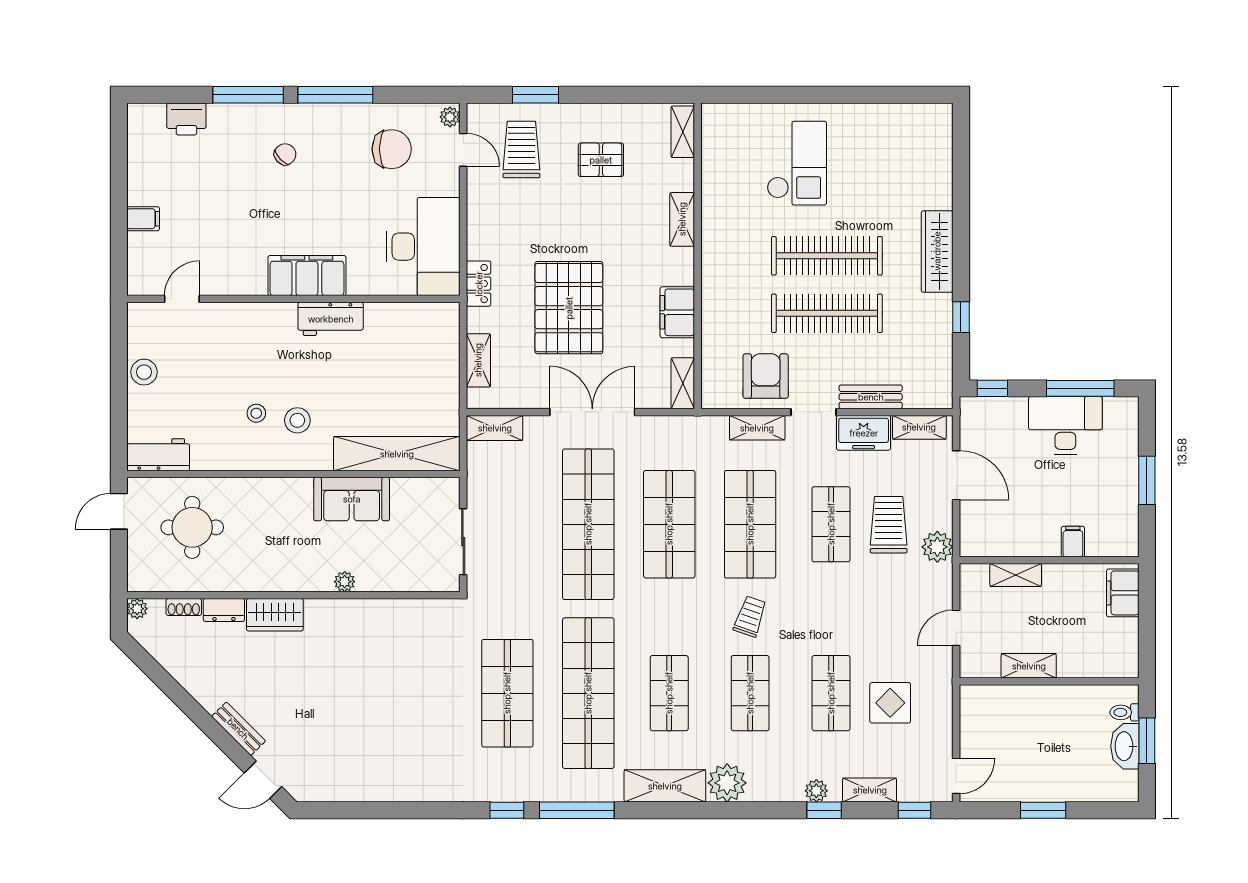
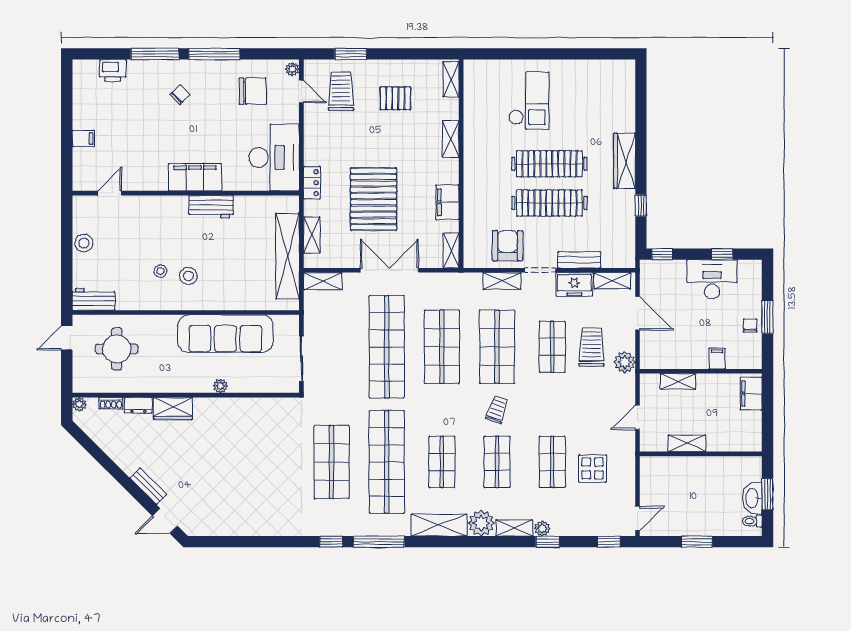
window: (1080, 388) -> (722, 254), width x0.46
shelving: (397, 454) -> (287, 256), moved, turned 90
chair: (1121, 493) -> (750, 326), added
sofa: (352, 499) -> (225, 334), width x1.85, depth x1.27
toilet: (1124, 712) -> (752, 521), moved
shelving: (870, 790) -> (514, 528), moved

